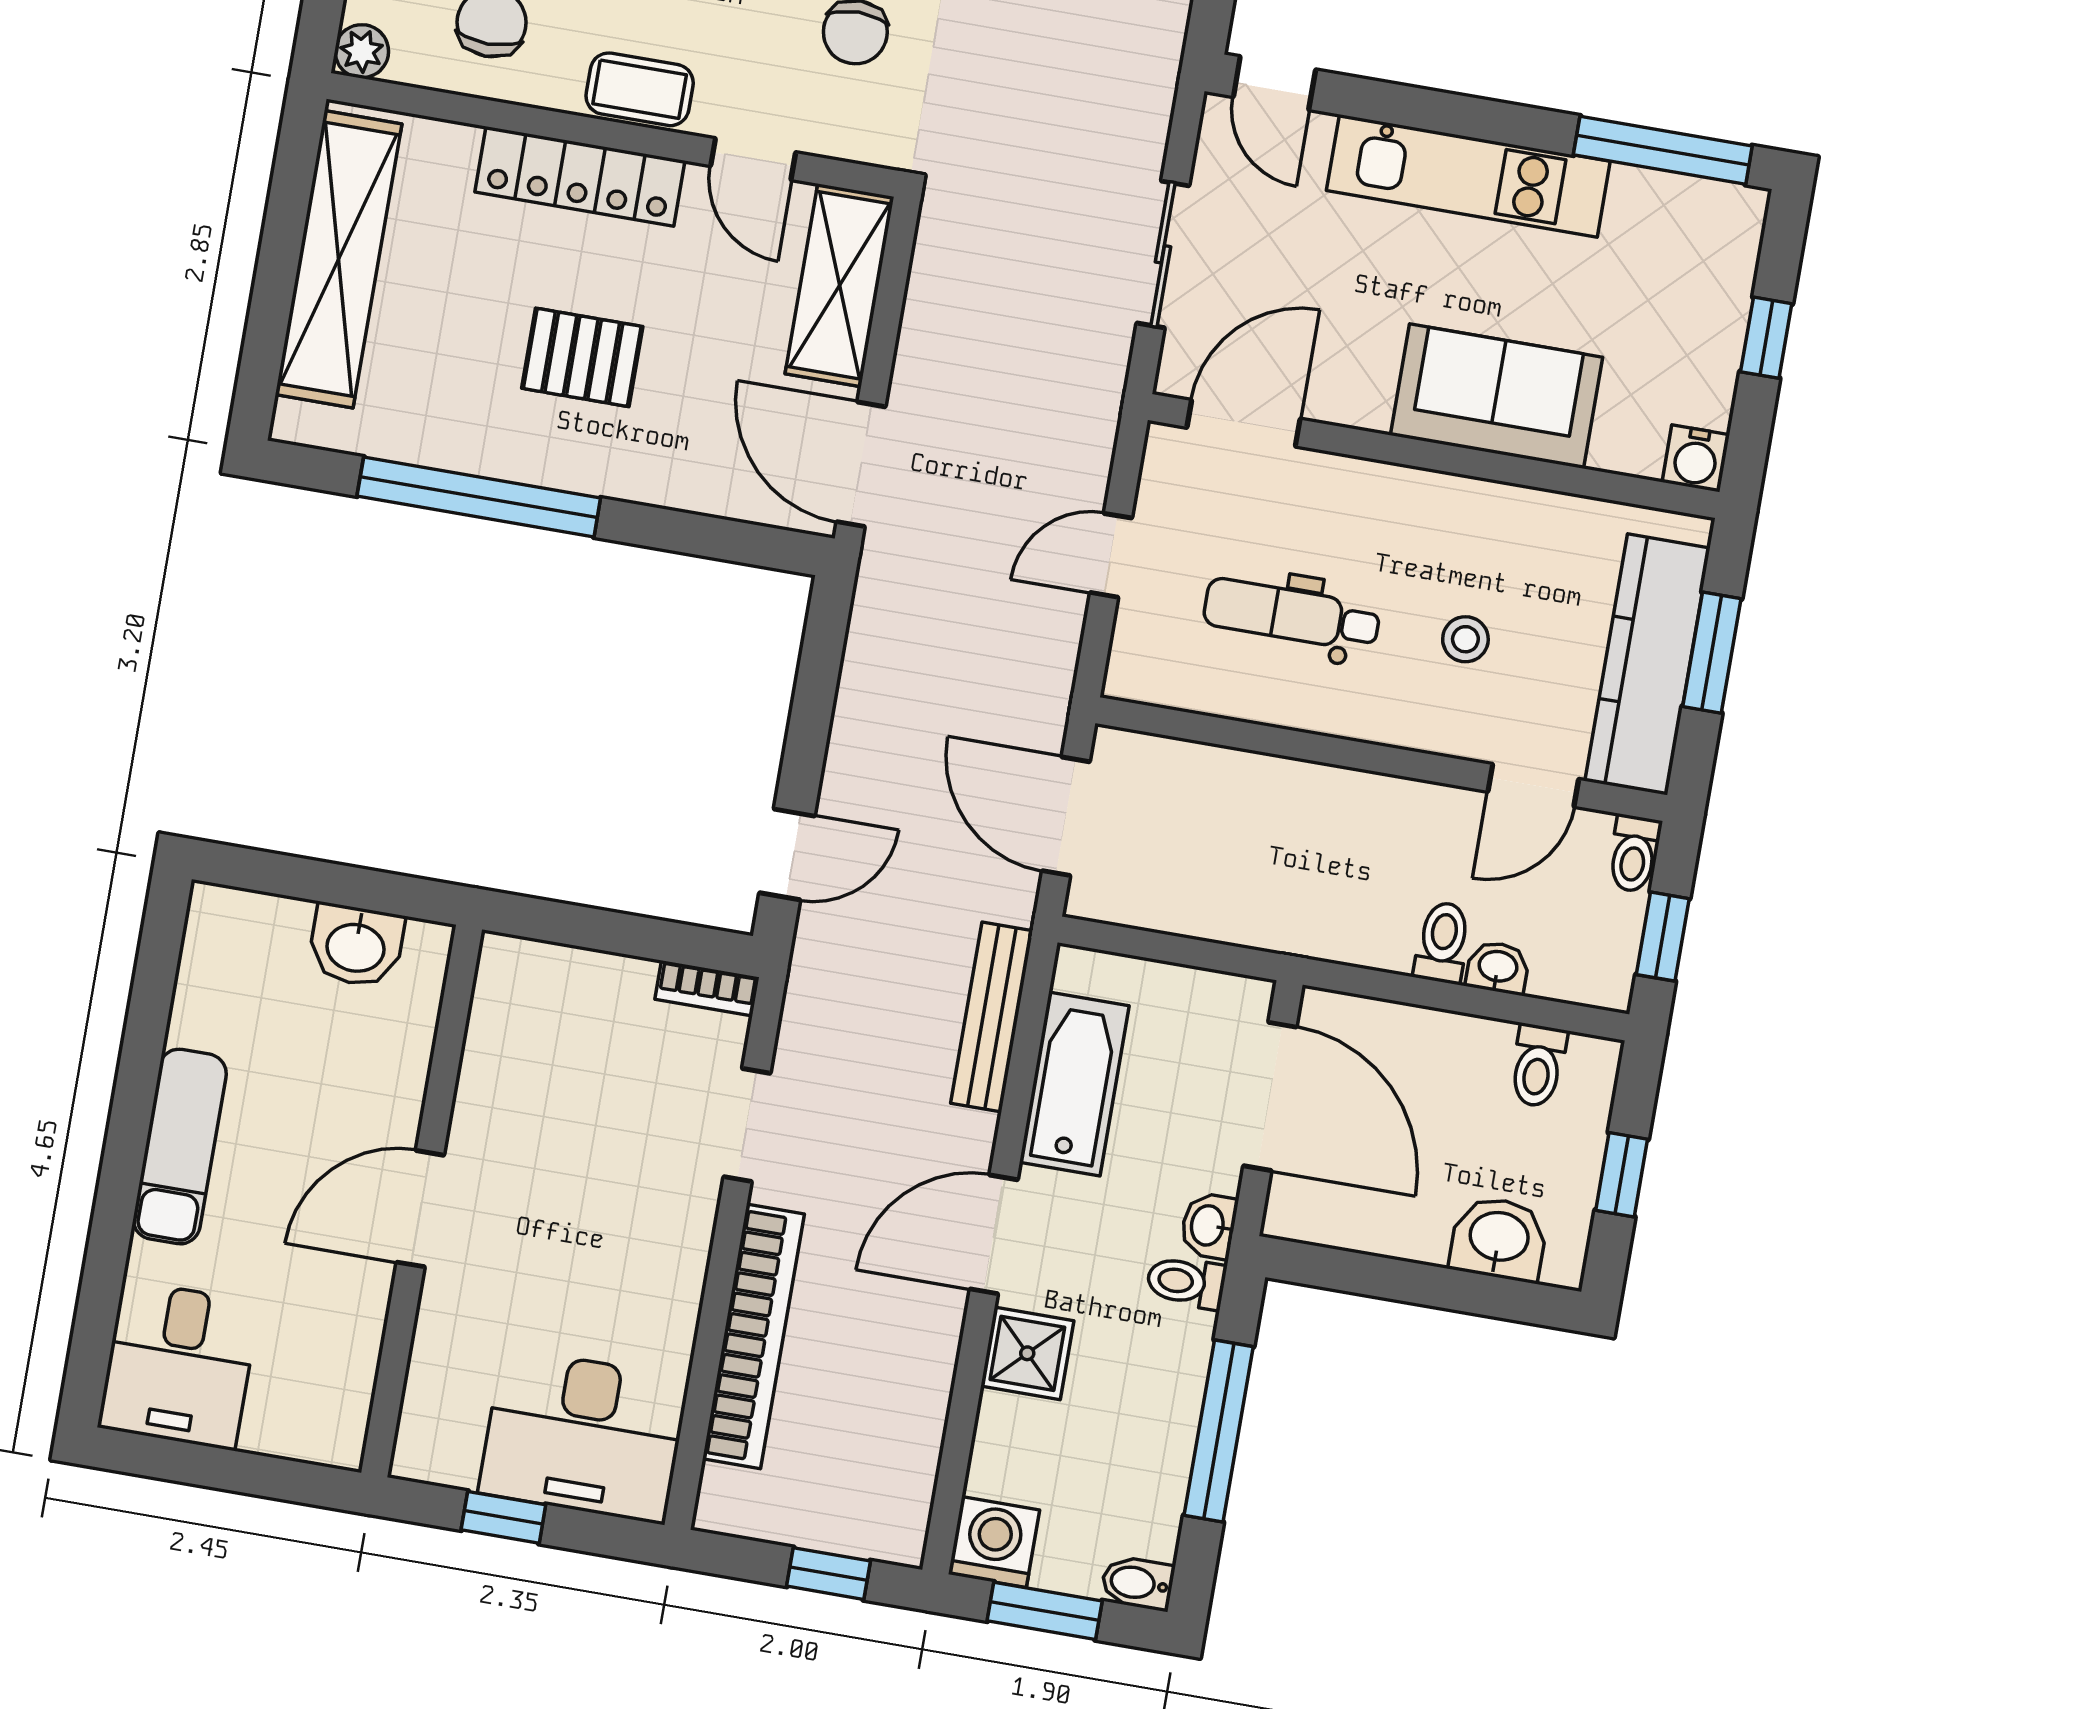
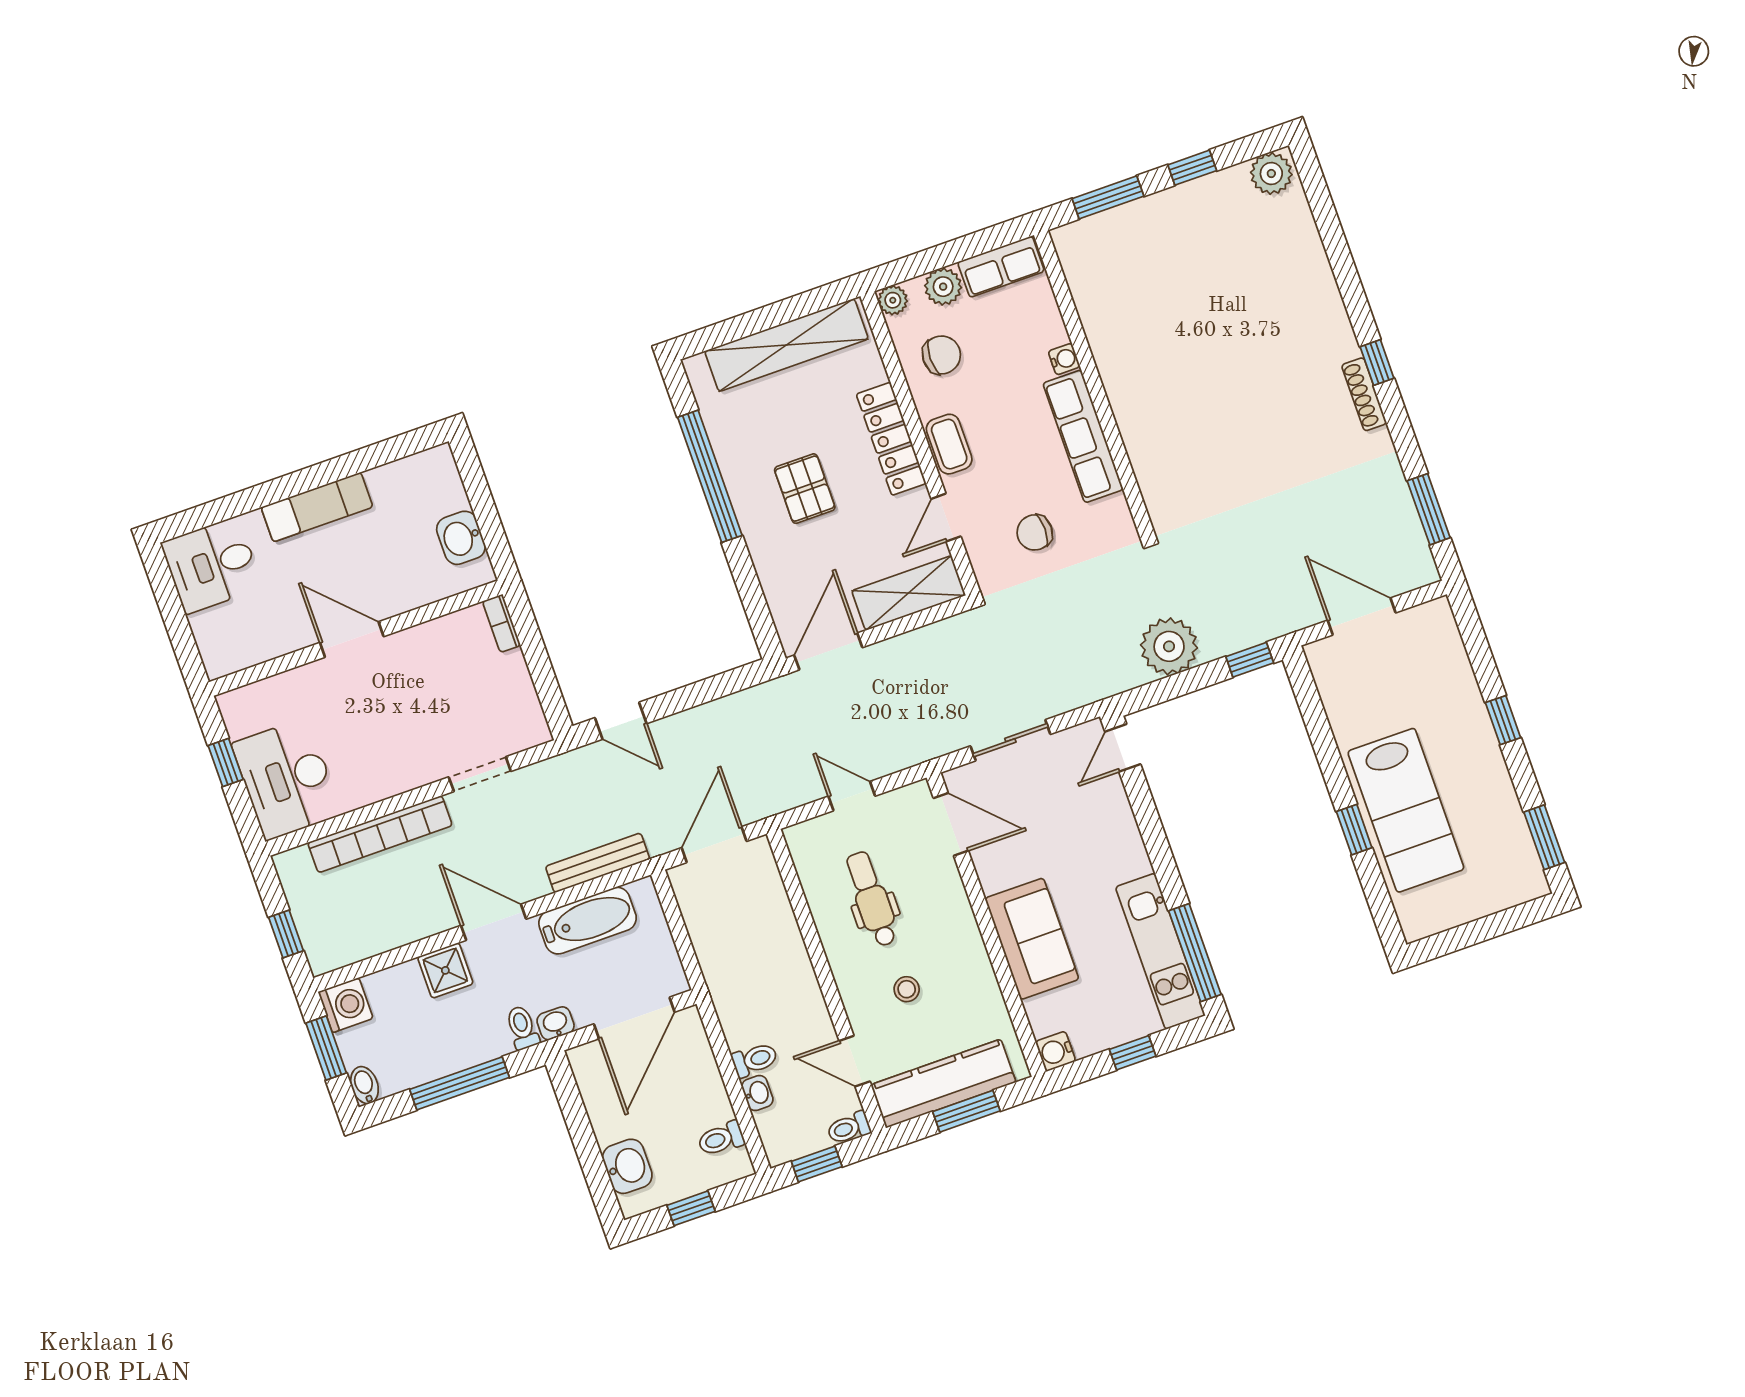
kitchen unit: (1468, 176) -> (1160, 951), moved
bookcase: (707, 988) -> (502, 623), moved

